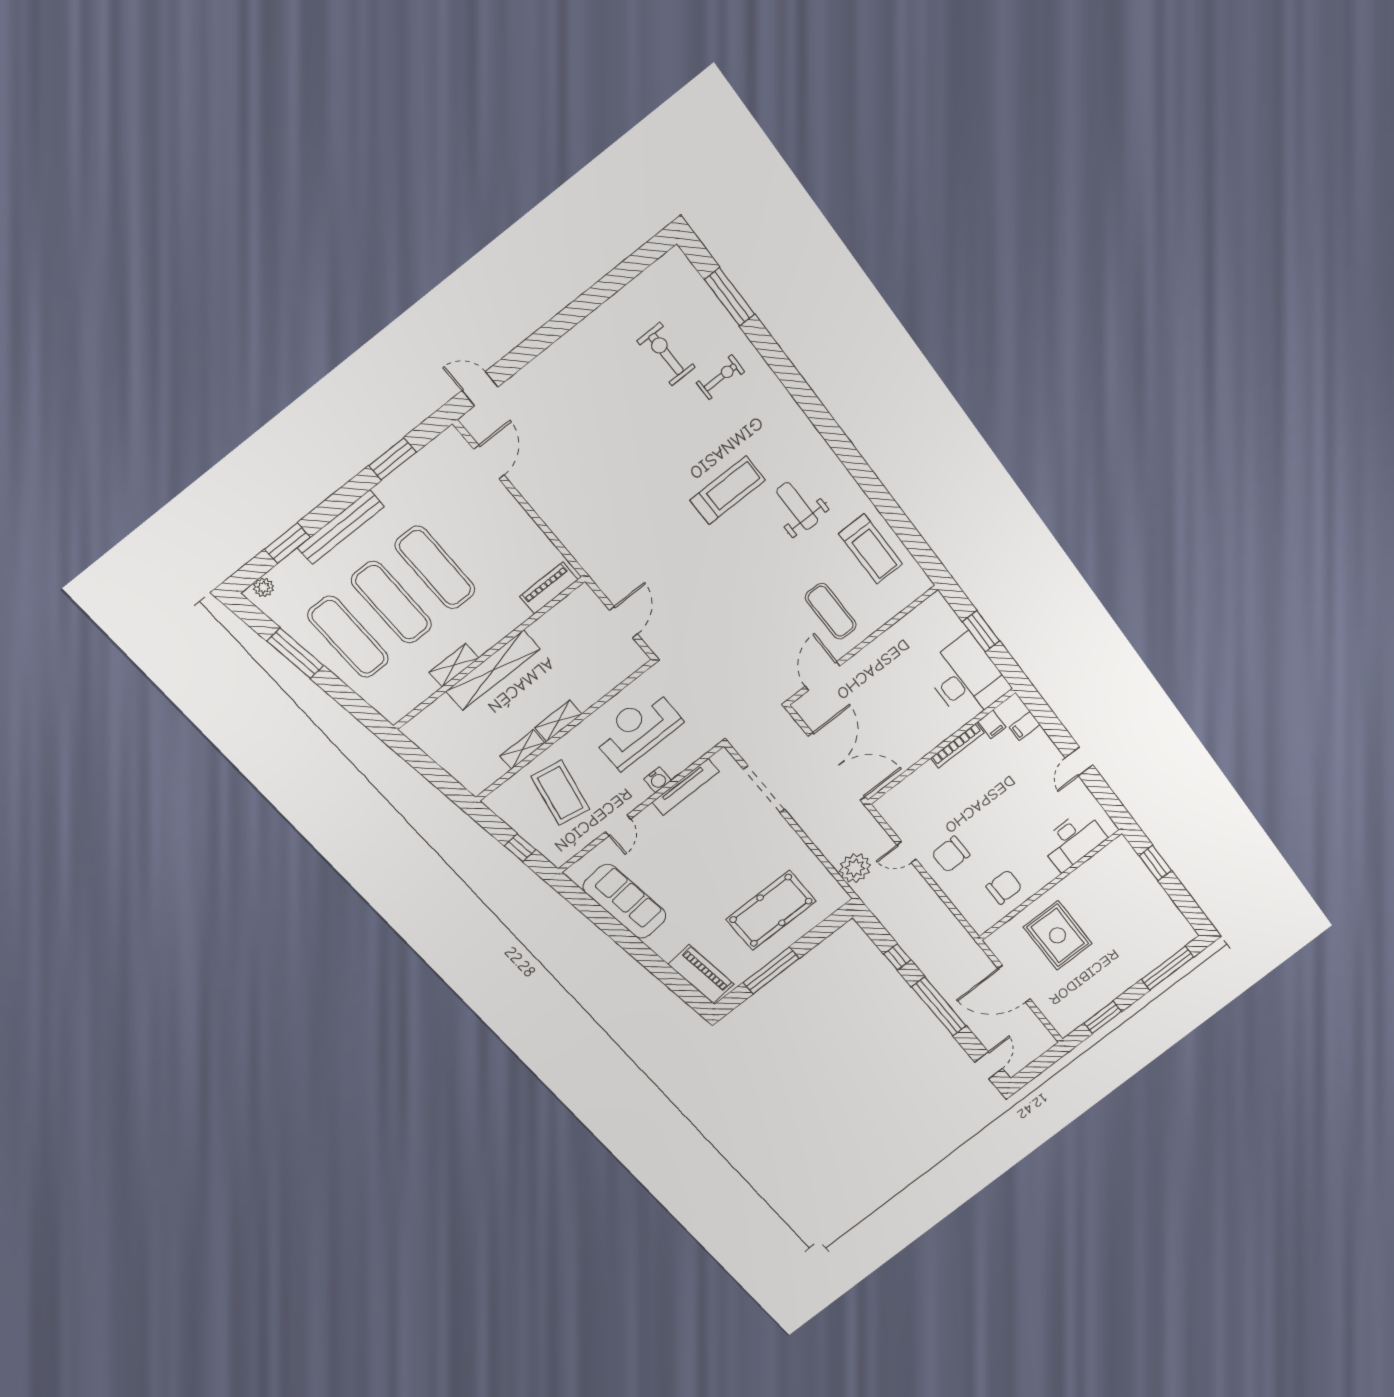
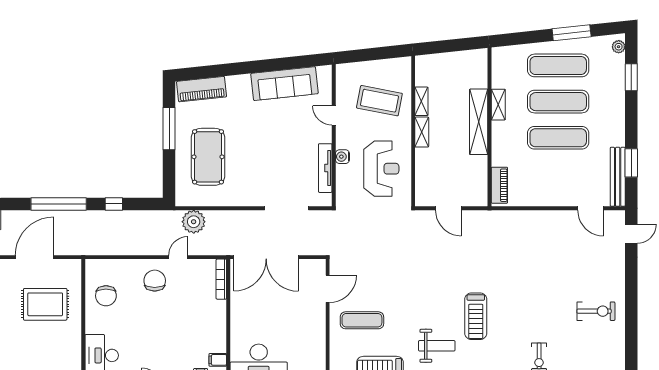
exercise bike: (666, 354) -> (596, 311), moved
bench: (341, 527) -> (618, 177), moved
door: (823, 676) -> (328, 289), hinge flipped
bookcase: (957, 745) -> (221, 279), moved
window: (520, 848) -> (366, 55), removed

